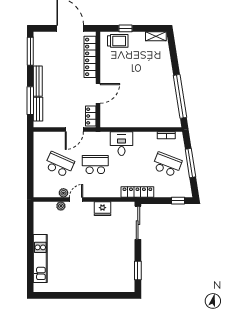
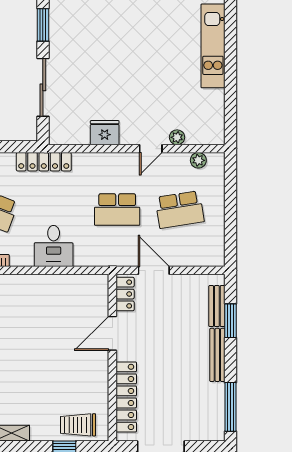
window: (30, 101) -> (230, 321), width x0.69
door: (74, 130) -> (154, 270), hinge flipped
desk: (122, 144) -> (54, 246), moved
school desk: (59, 165) -> (180, 210), turned -33
plant: (63, 193) -> (198, 160), moved
sliding door: (138, 223) -> (43, 87), moved

